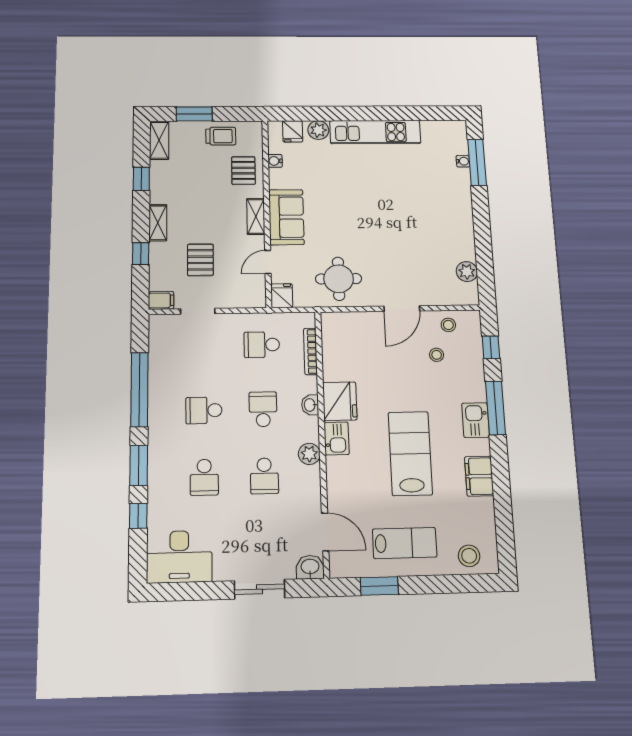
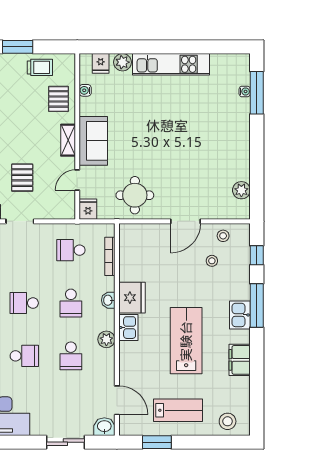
school desk: (263, 409) -> (71, 303), turned 180
school desk: (204, 477) -> (24, 356), turned -90

